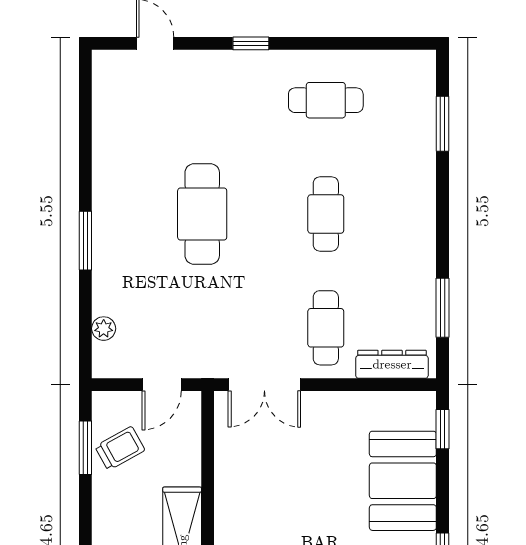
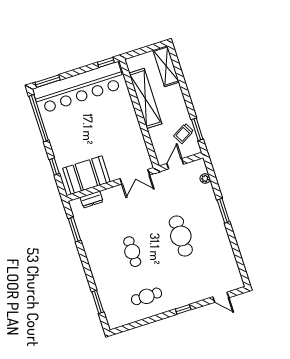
cafe table: (326, 328) -> (118, 207), removed
dresser: (392, 364) -> (92, 199), width x0.70
double door: (264, 385) -> (135, 177), swing flipped
window: (442, 429) -> (54, 167), moved
booth: (403, 481) -> (86, 175), moved, turned 90

